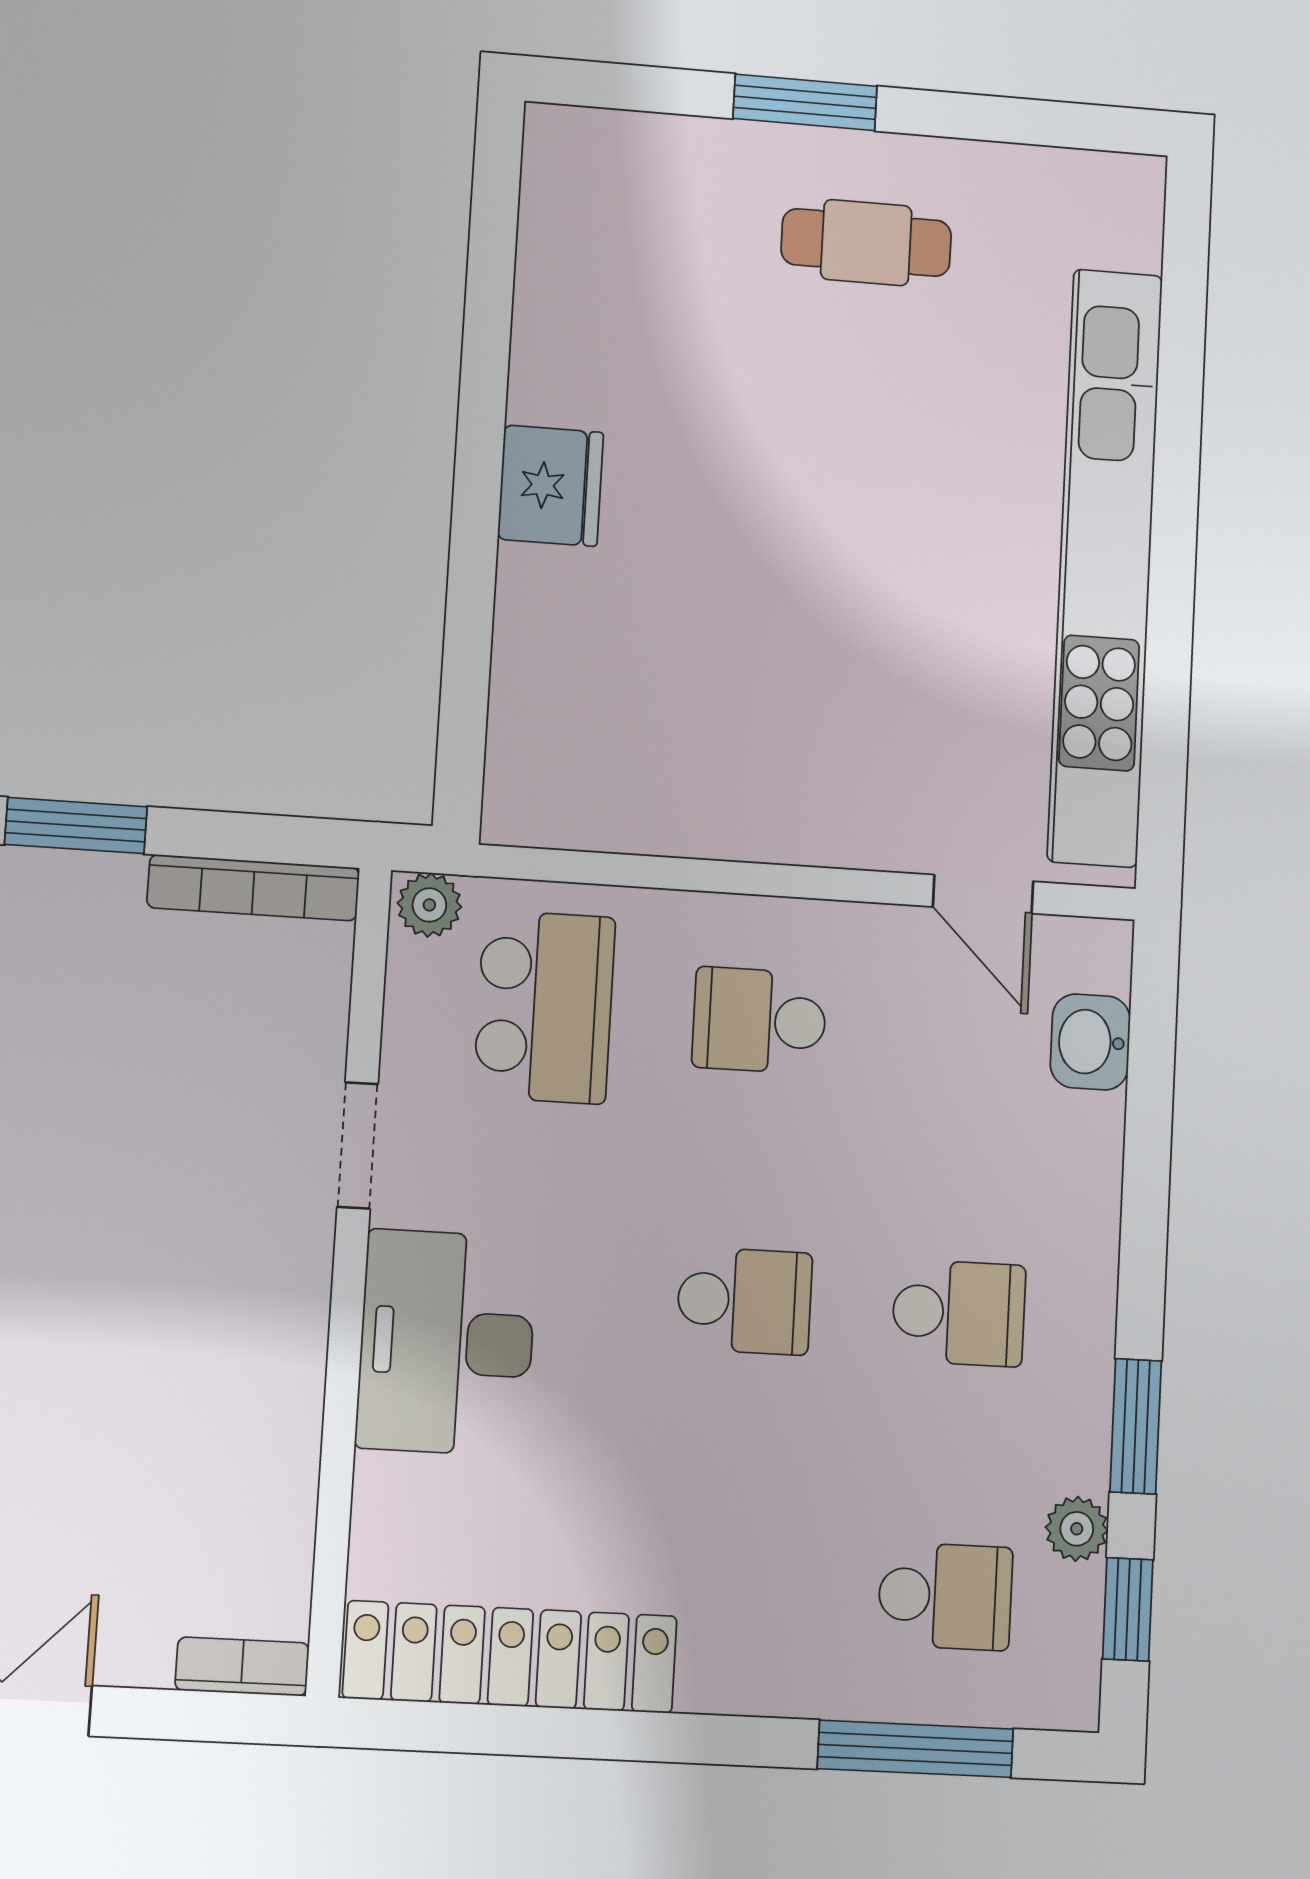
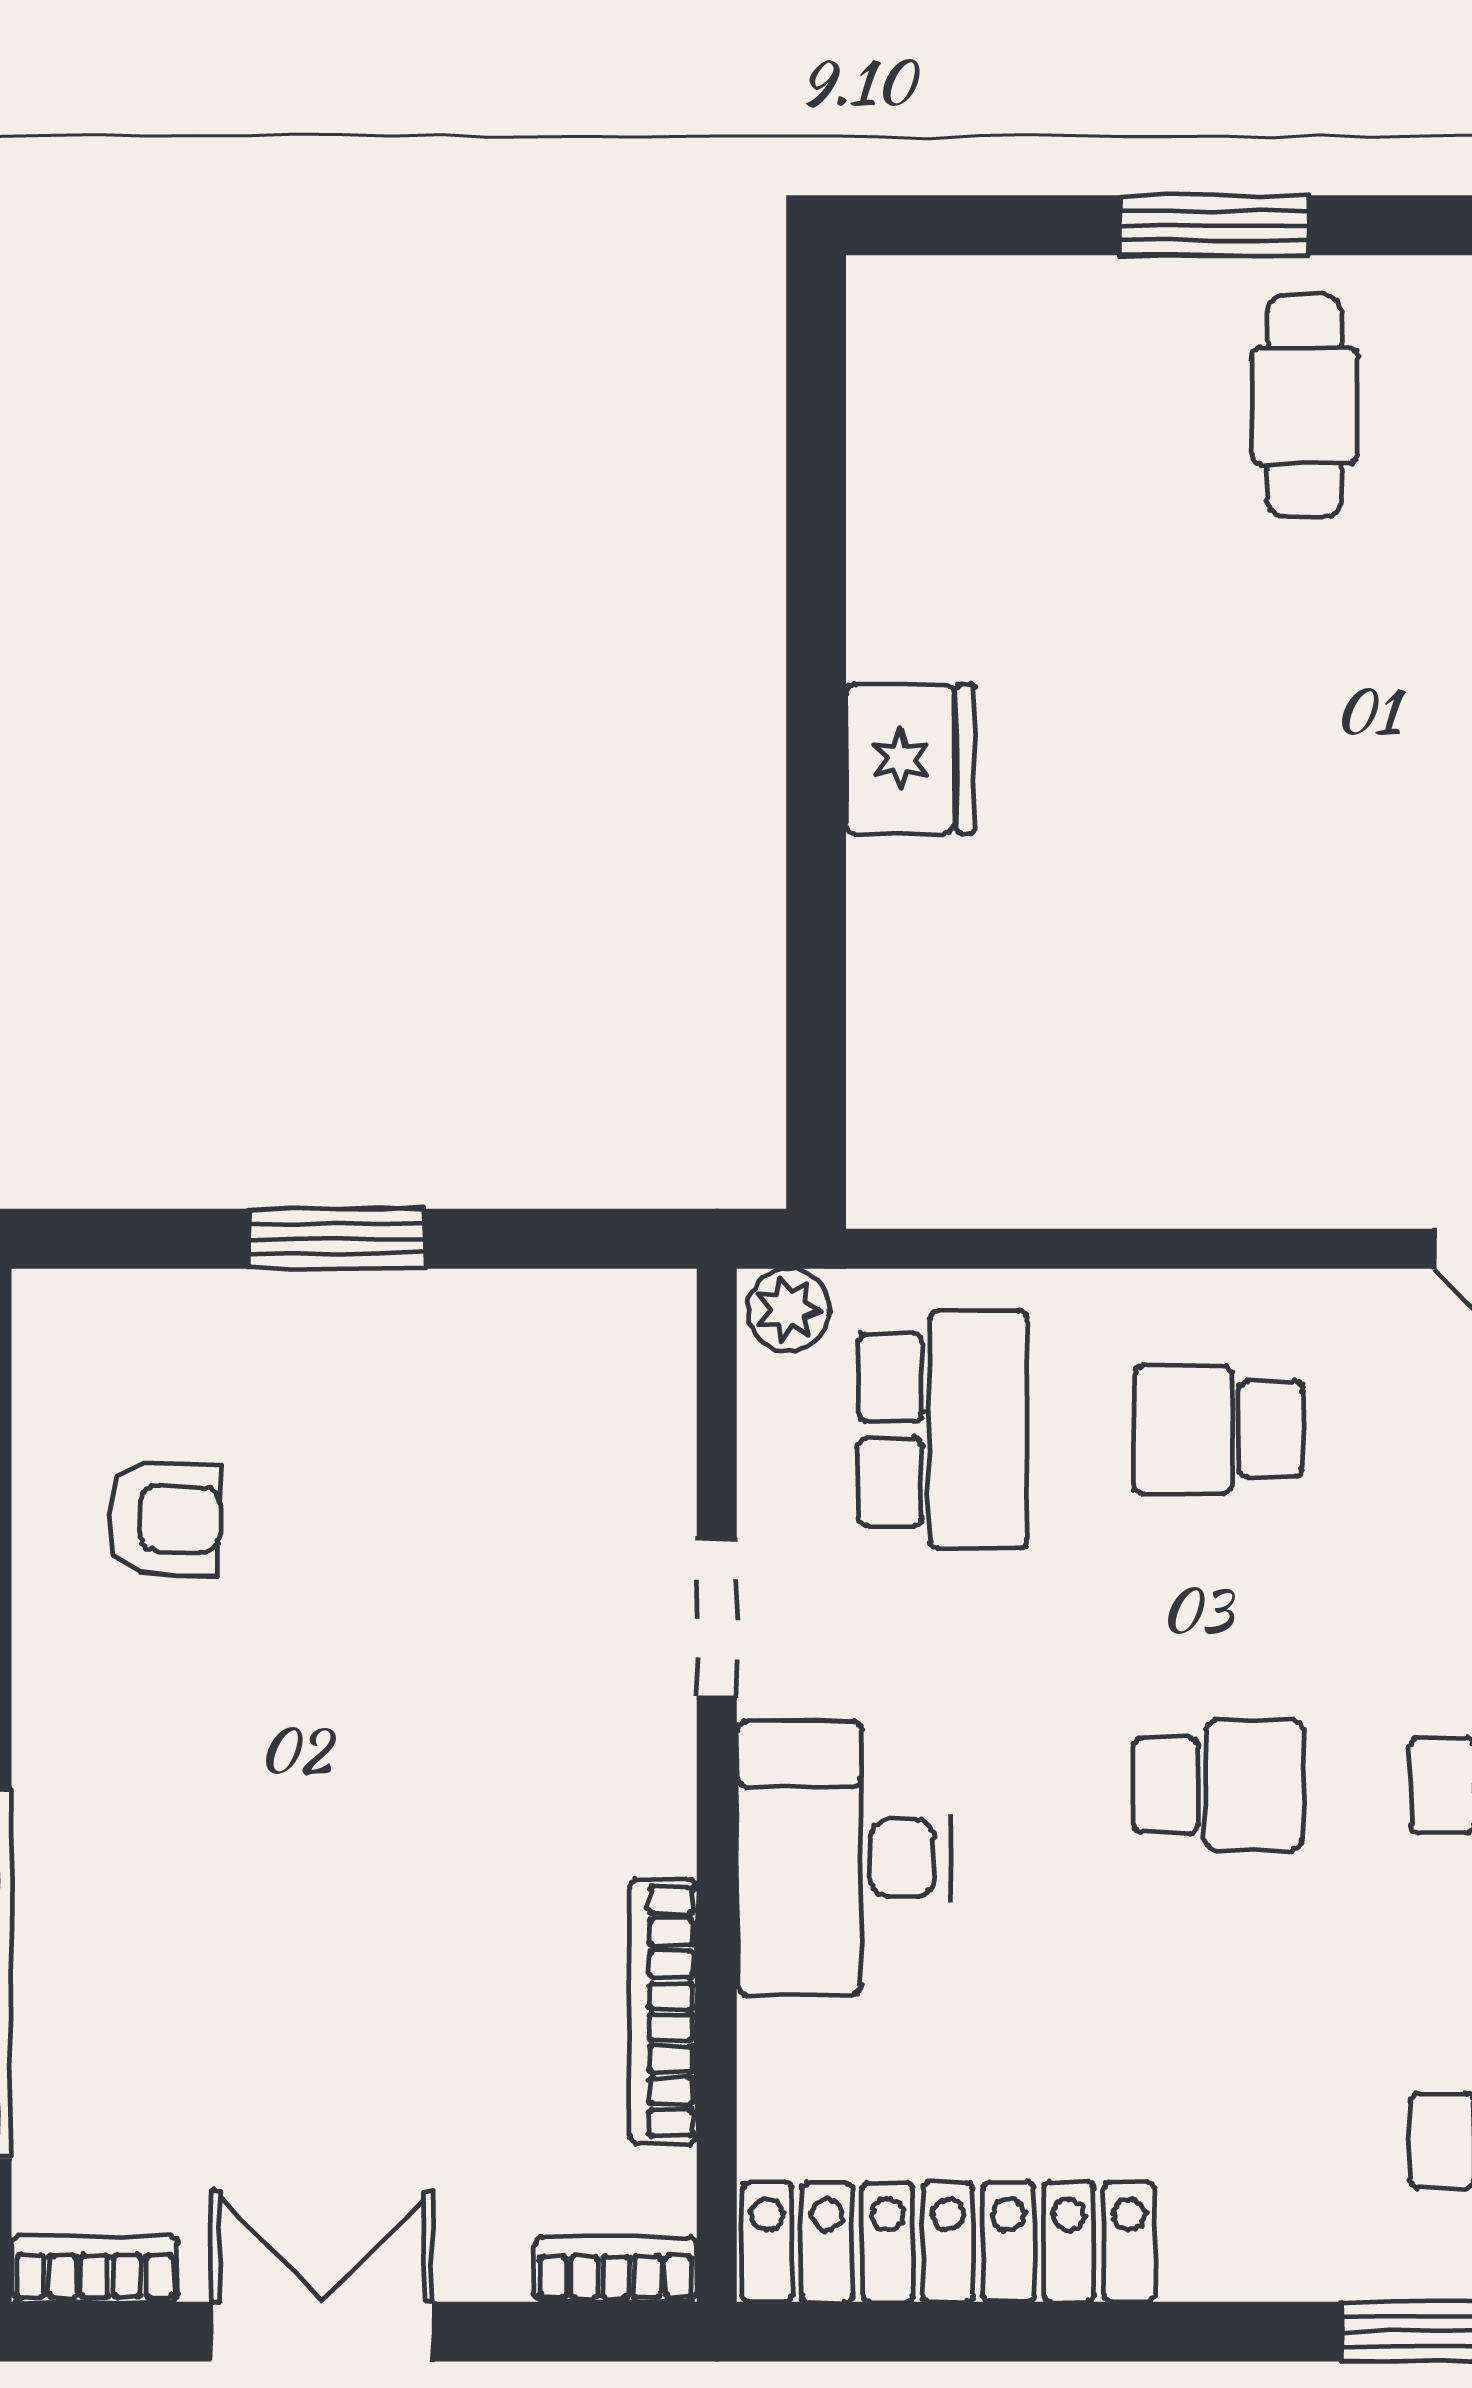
cafe table: (866, 243) -> (1304, 406), turned 90
bookcase: (253, 888) -> (663, 2012), moved, turned 90

